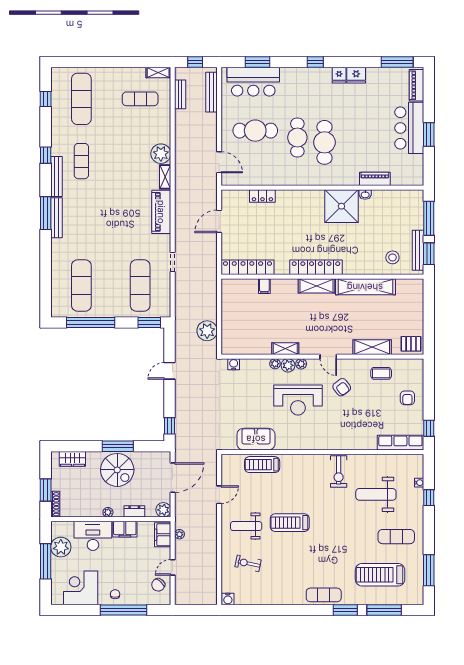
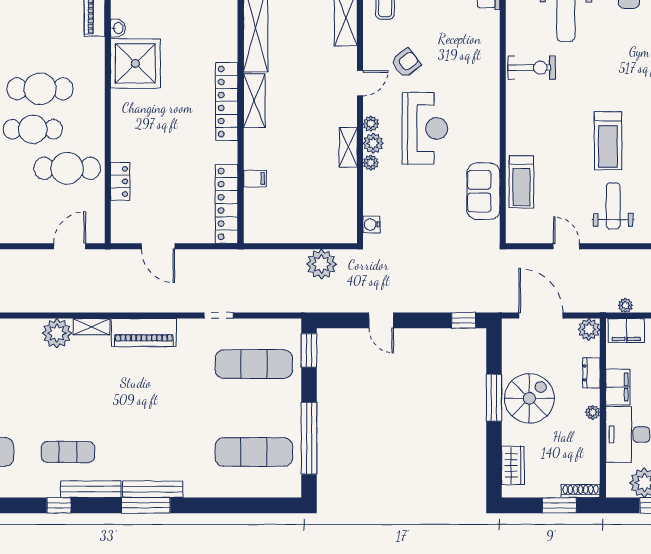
cafe table: (255, 131) -> (67, 168), moved, turned 90
weight bench: (246, 526) -> (613, 206), turned 180

